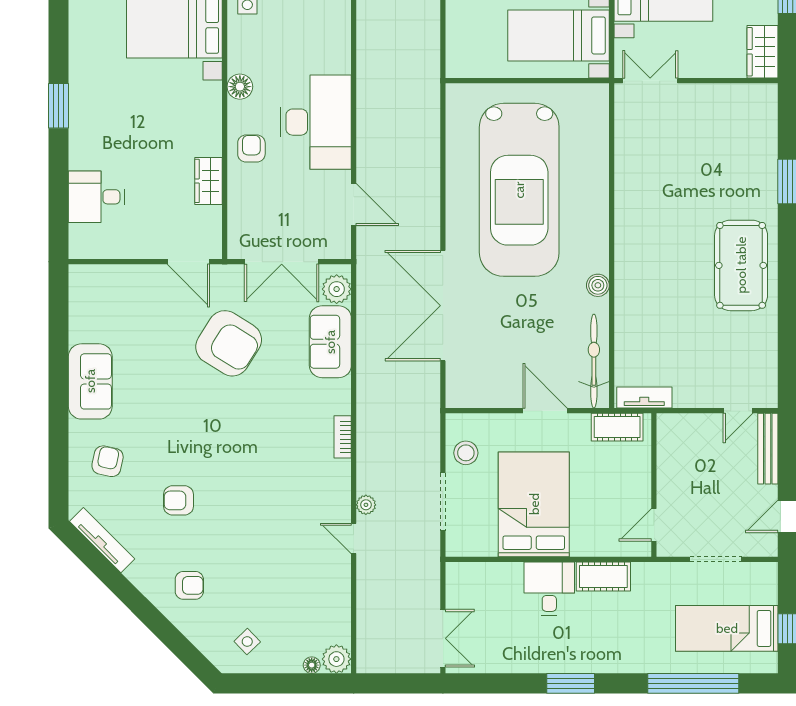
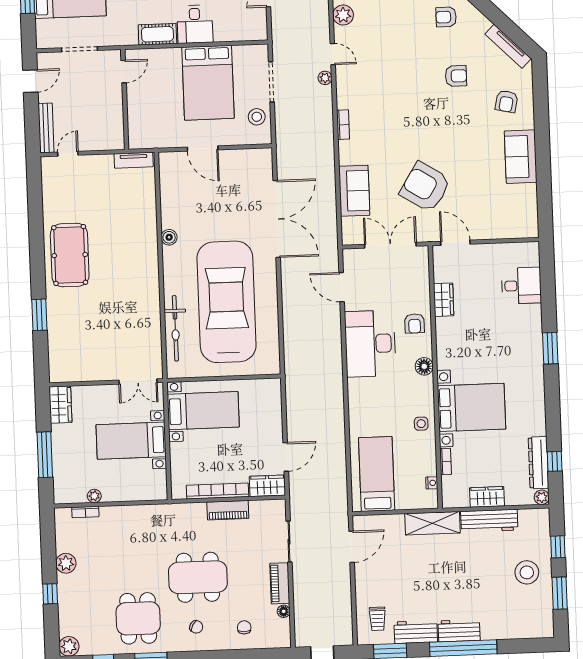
plant: (337, 289) -> (343, 15), moved
bicycle: (594, 361) -> (175, 328), moved
cot: (617, 427) -> (152, 139), removed

